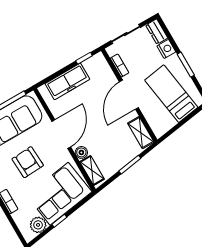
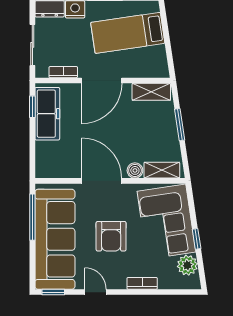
freezer: (67, 81) -> (47, 114), moved
door: (129, 95) -> (102, 80), hinge flipped
armchair: (28, 162) -> (111, 236), turned -87

